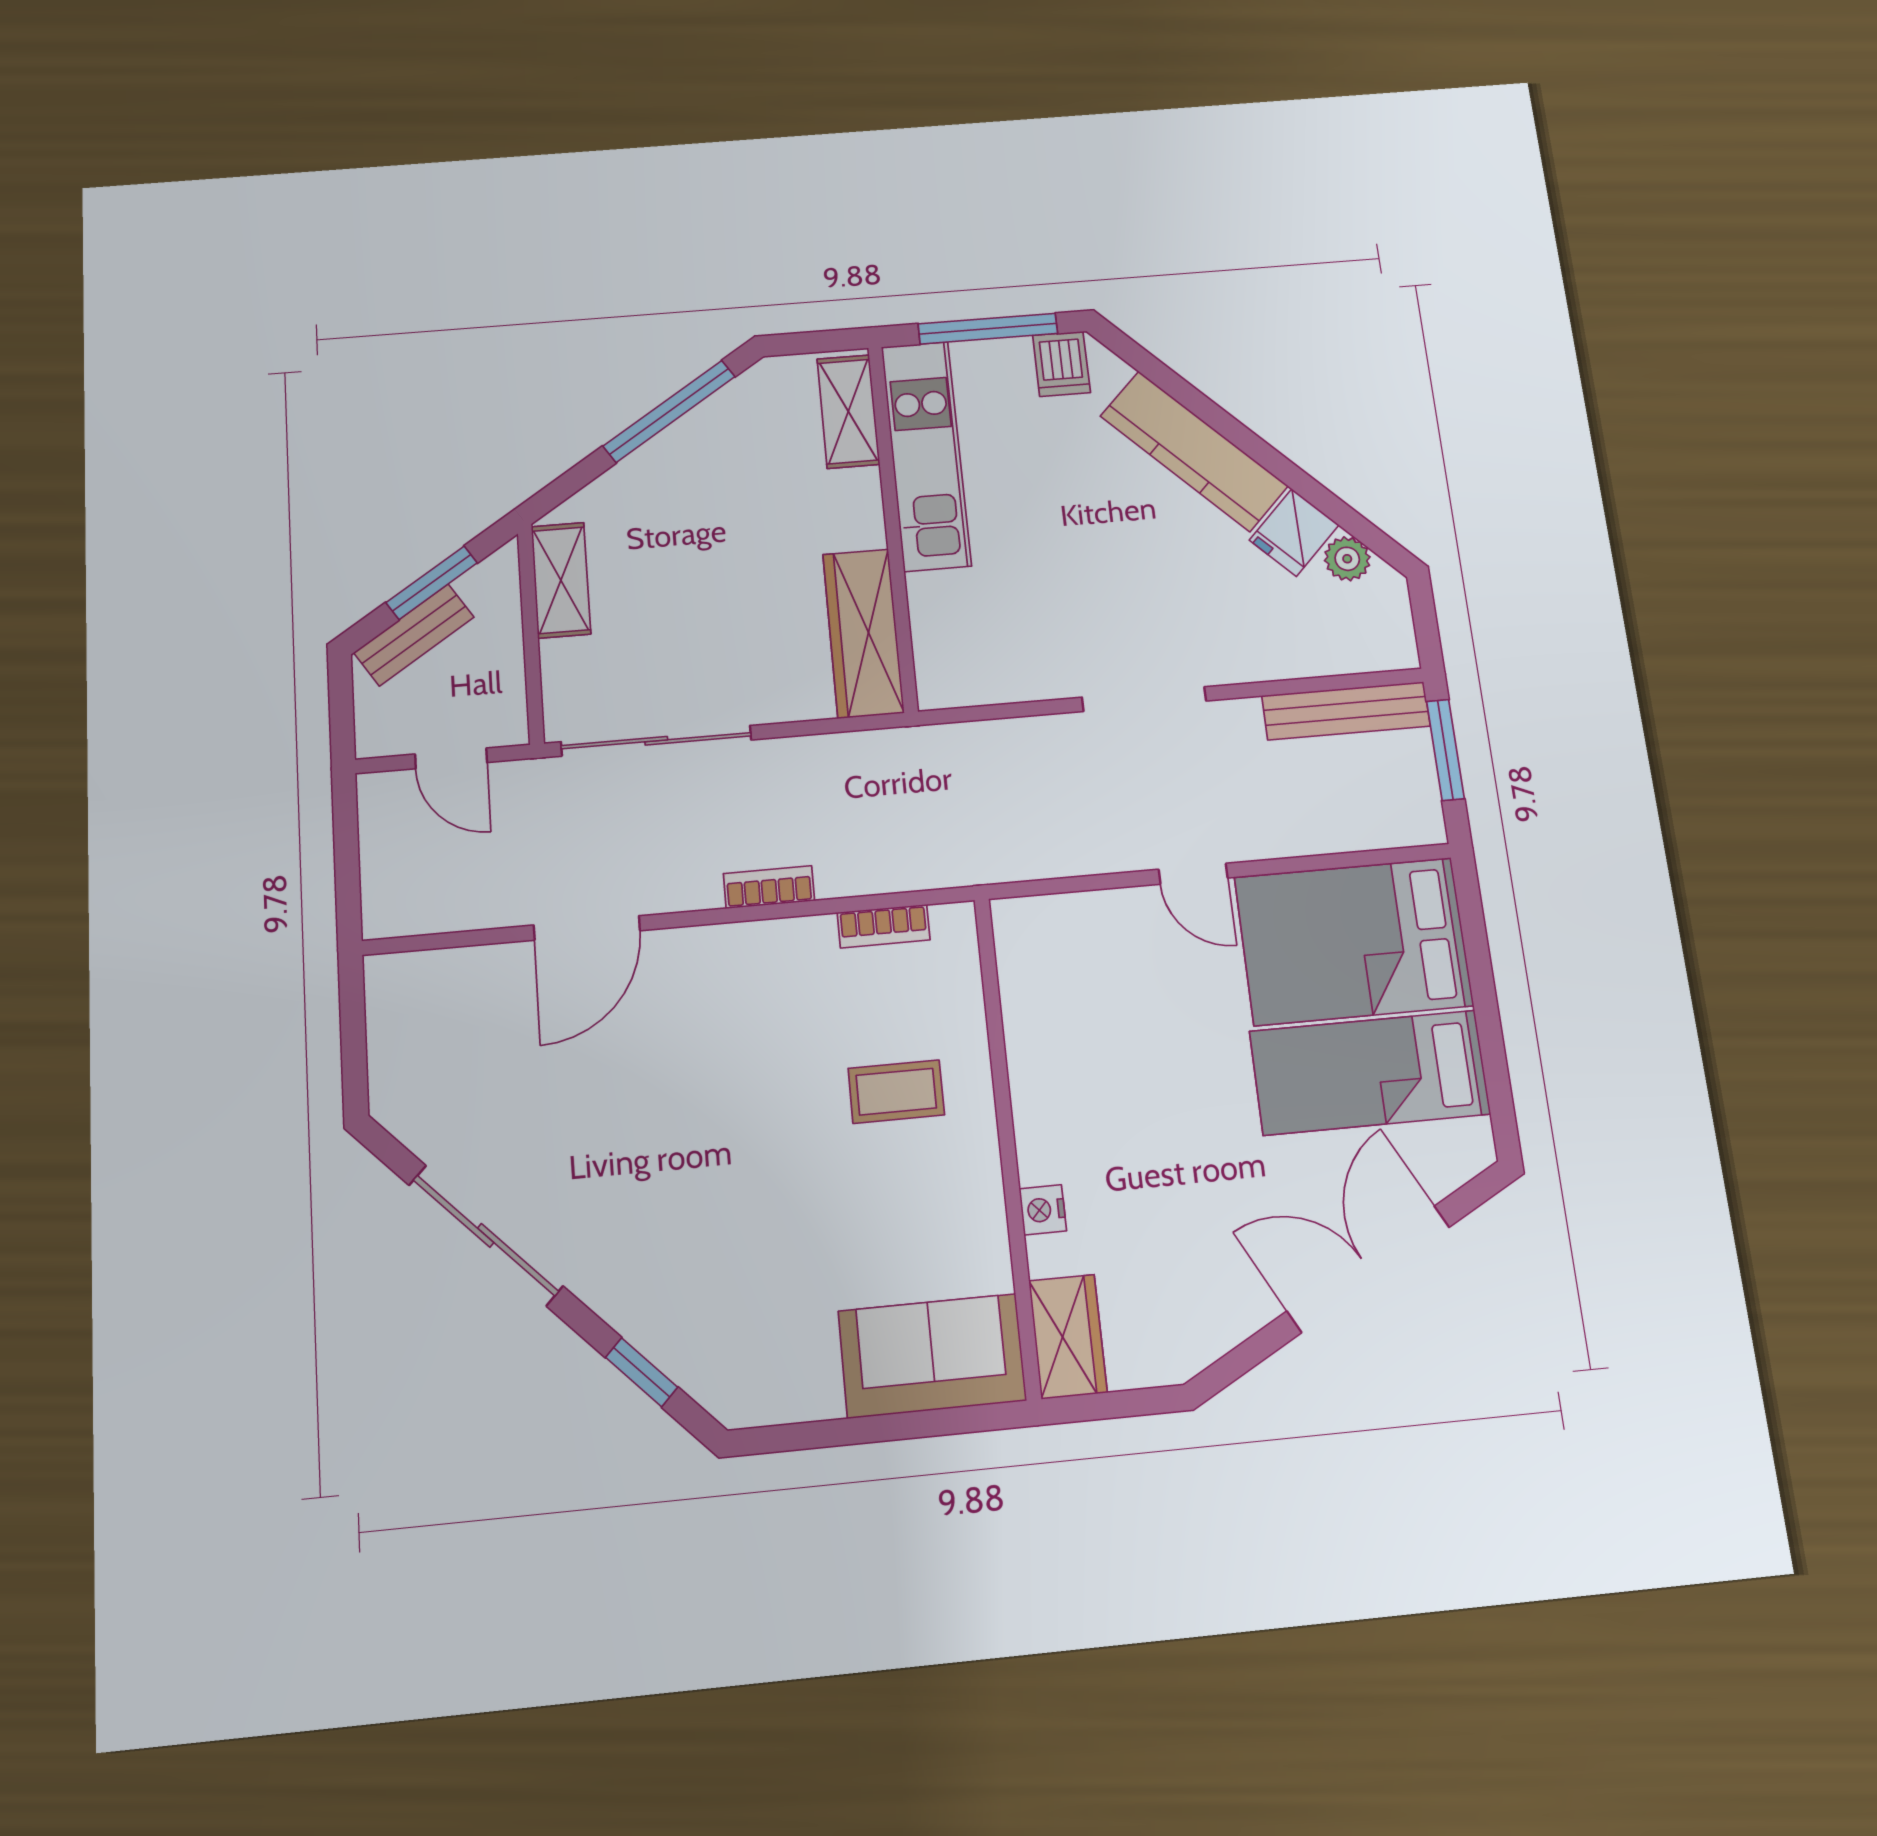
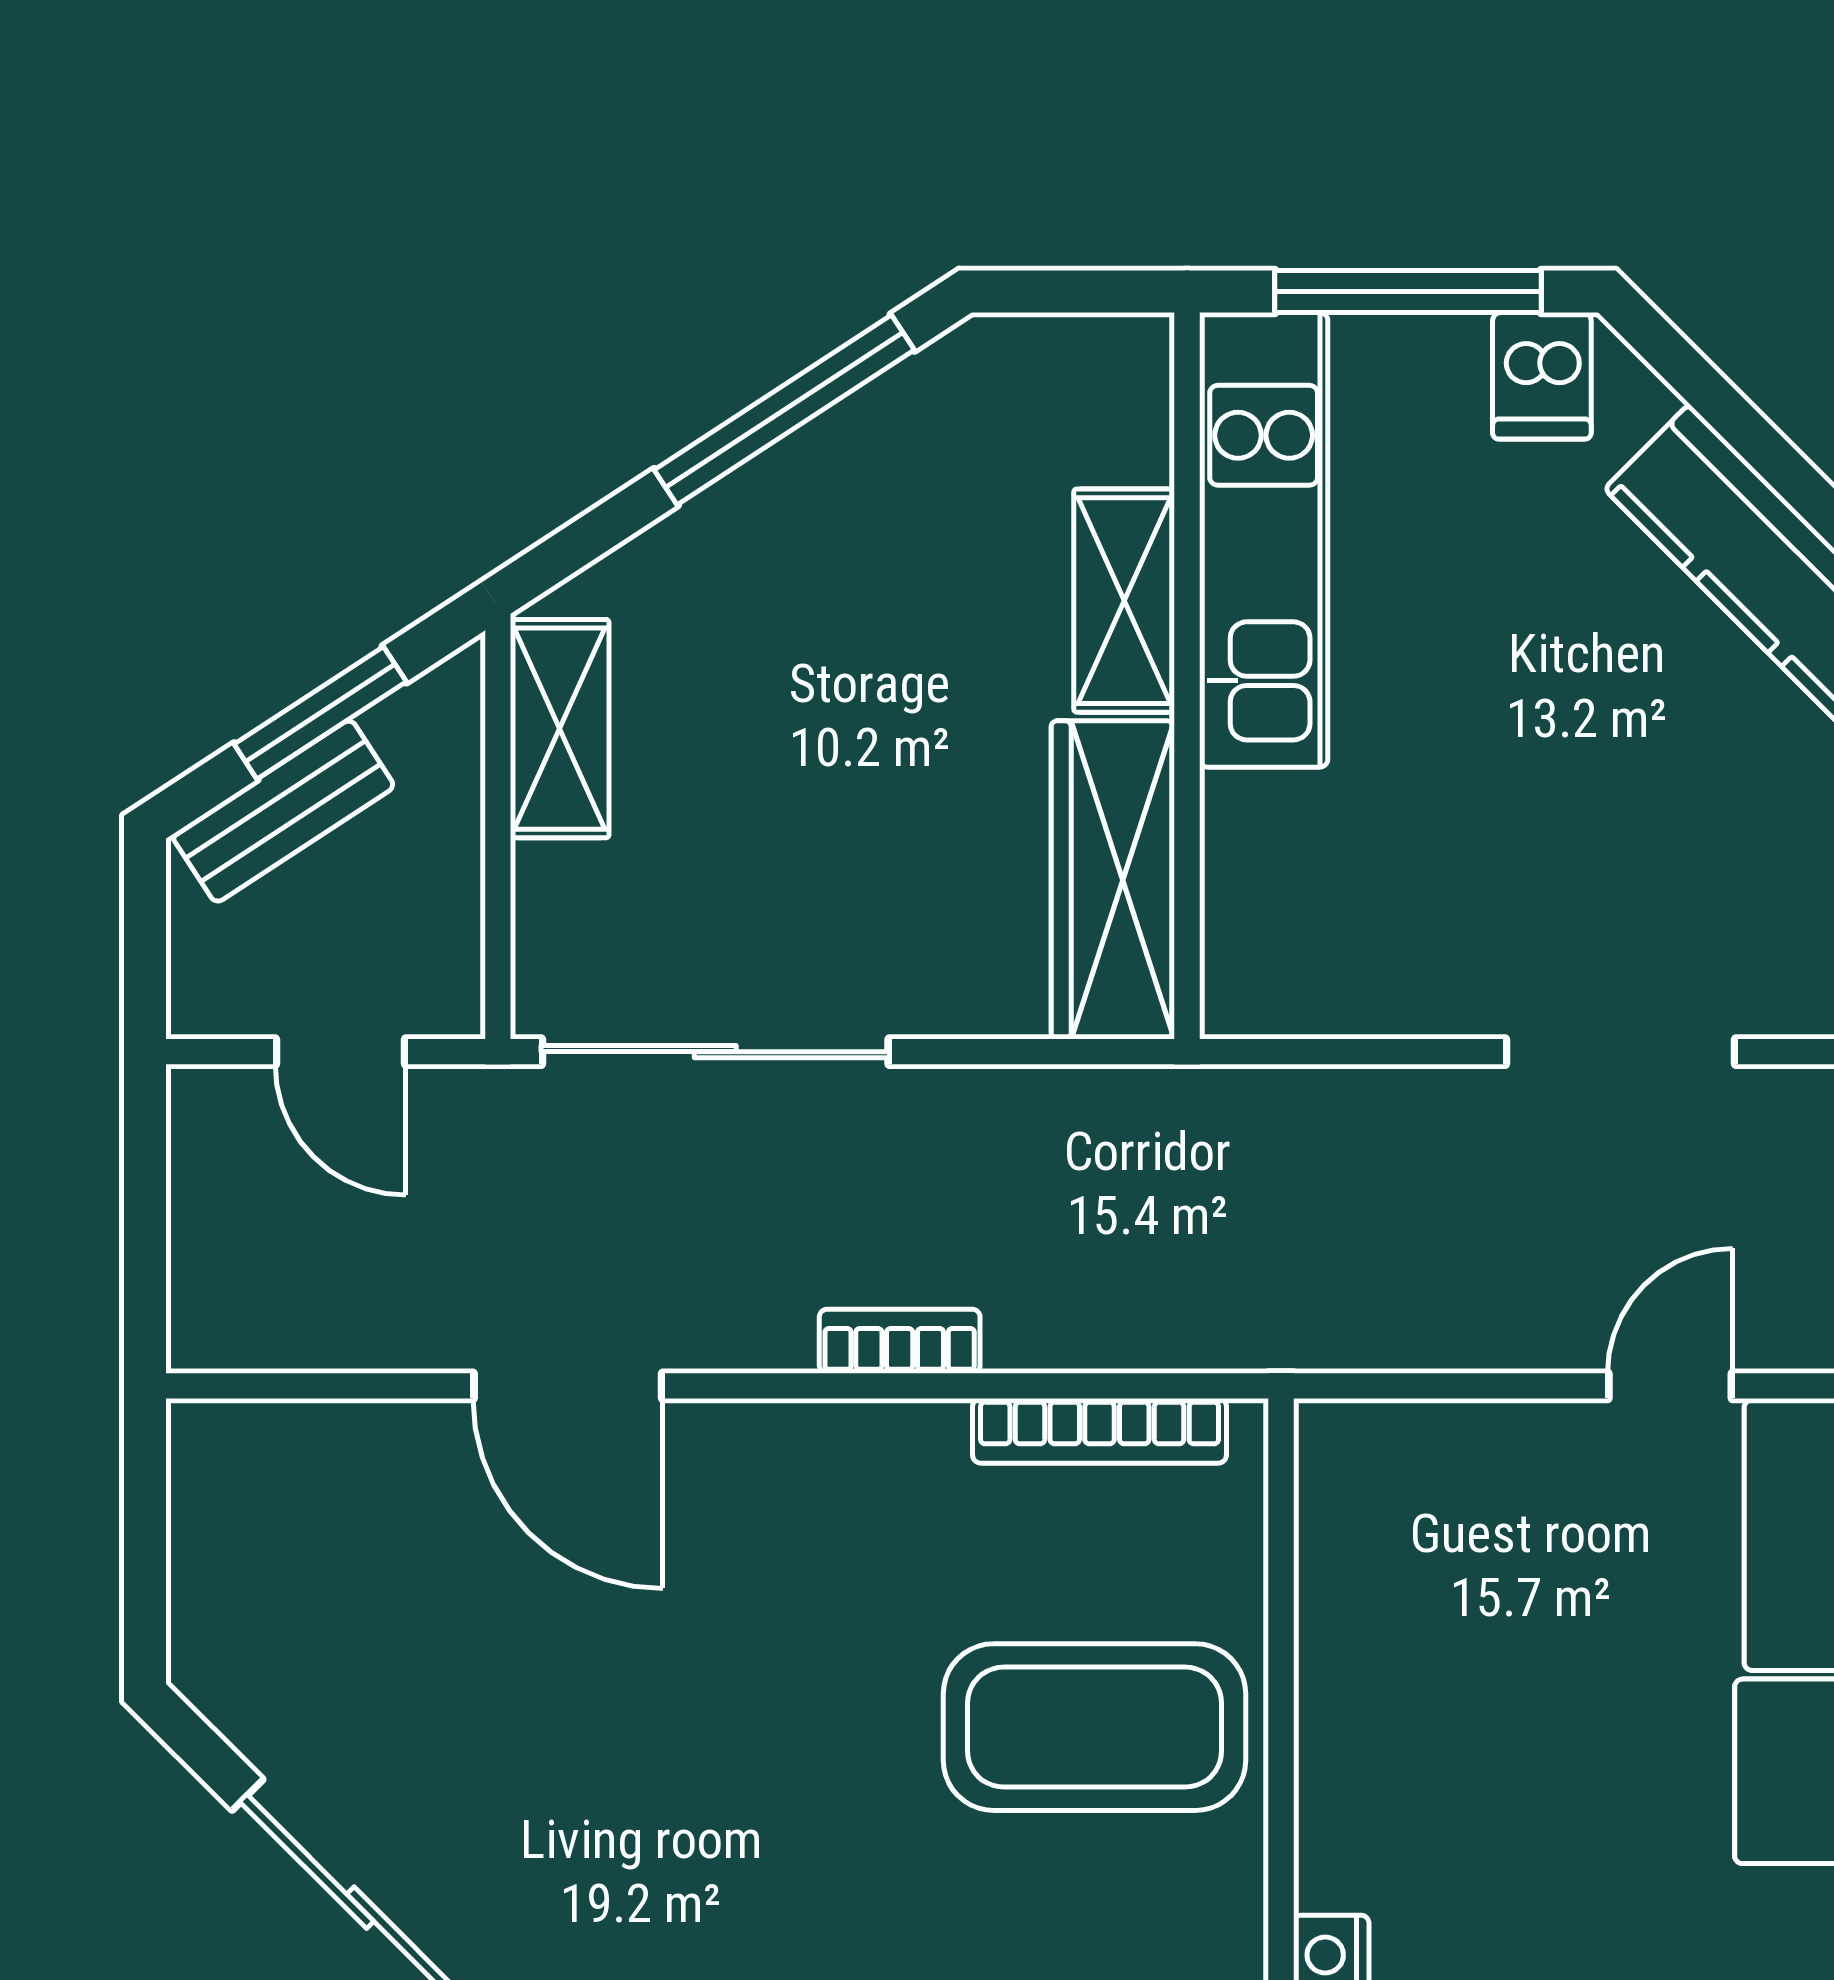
shelving: (848, 411) -> (1124, 601), moved
door: (1193, 874) -> (1670, 1386), swing flipped
bookcase: (884, 926) -> (1100, 1431), width x1.56
door: (587, 928) -> (568, 1386), hinge flipped
coffee table: (896, 1092) -> (1094, 1727), width x1.86, depth x1.72

